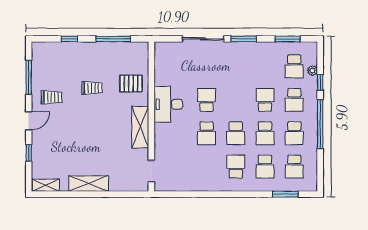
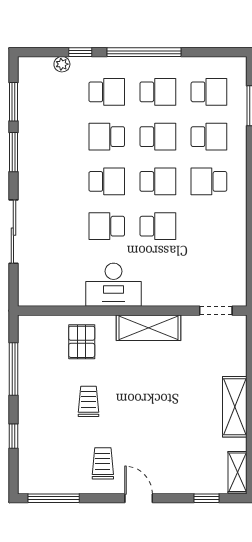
window: (244, 39) -> (13, 152), moved
school desk: (294, 66) -> (107, 181), moved
window: (29, 77) -> (54, 498), moved
window: (29, 153) -> (207, 498), moved

